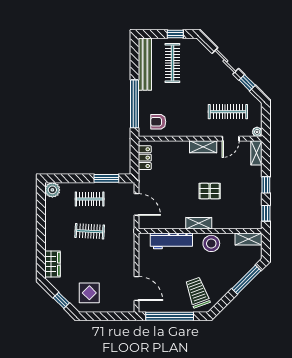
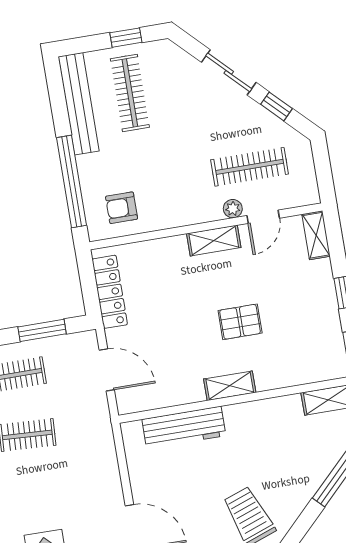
plant: (257, 132) -> (233, 209), moved
locker: (145, 158) -> (110, 292), width x1.53
stool: (211, 243) -> (260, 420), removed

